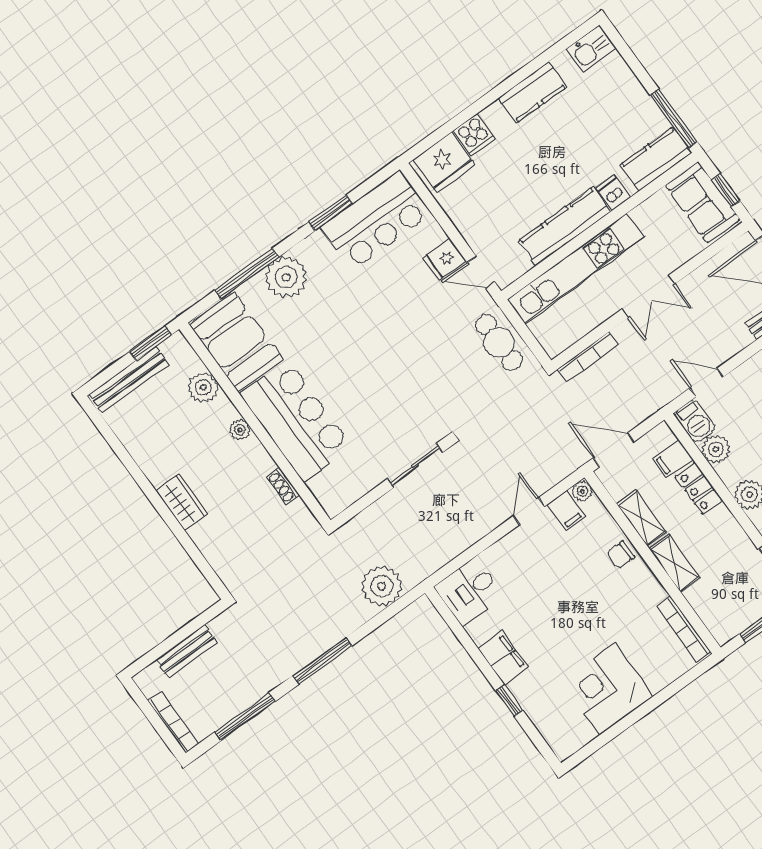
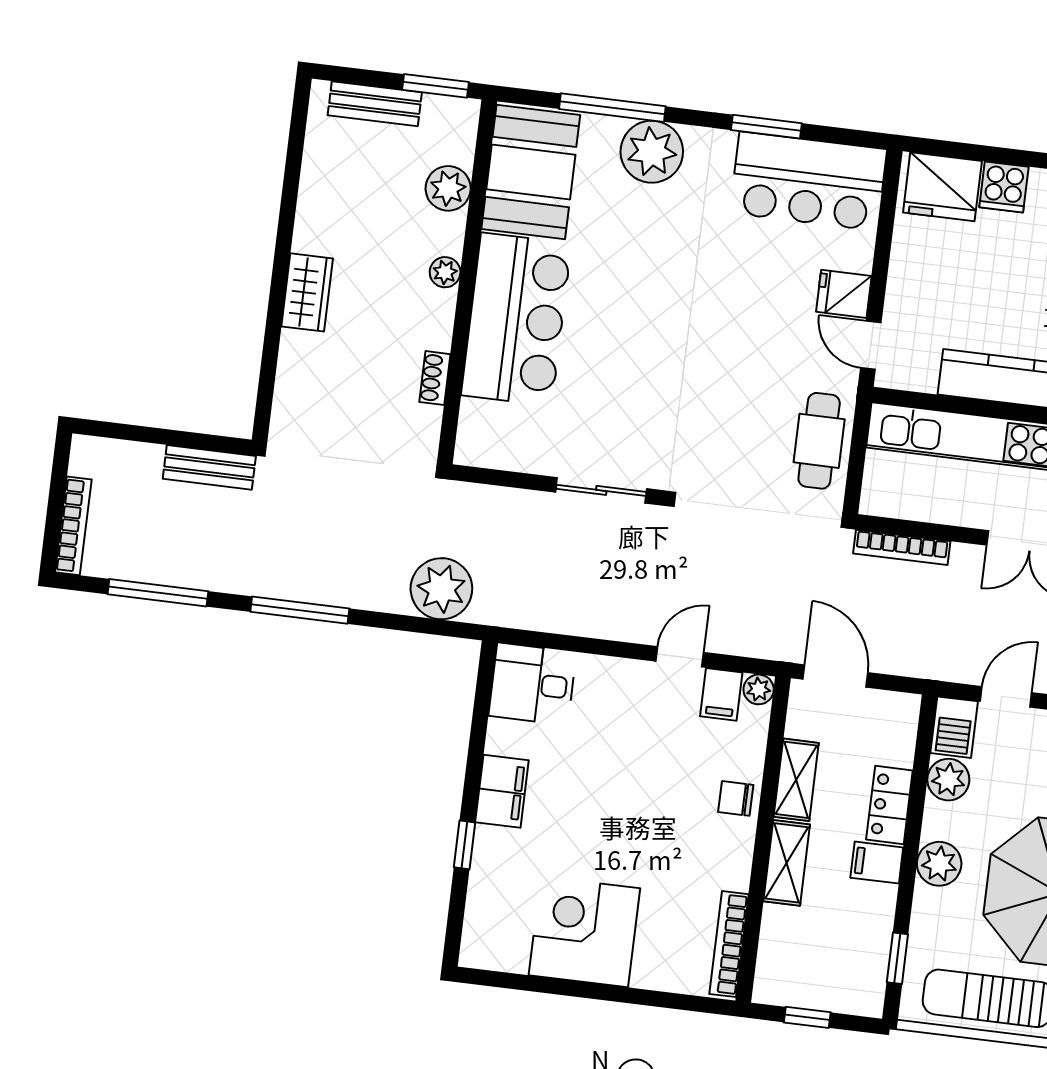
bench: (129, 379) -> (375, 104), width x0.73
door: (707, 383) -> (1006, 697), hinge flipped
filing cabinet: (673, 459) -> (877, 863), moved
bench: (187, 651) -> (209, 467), moved

